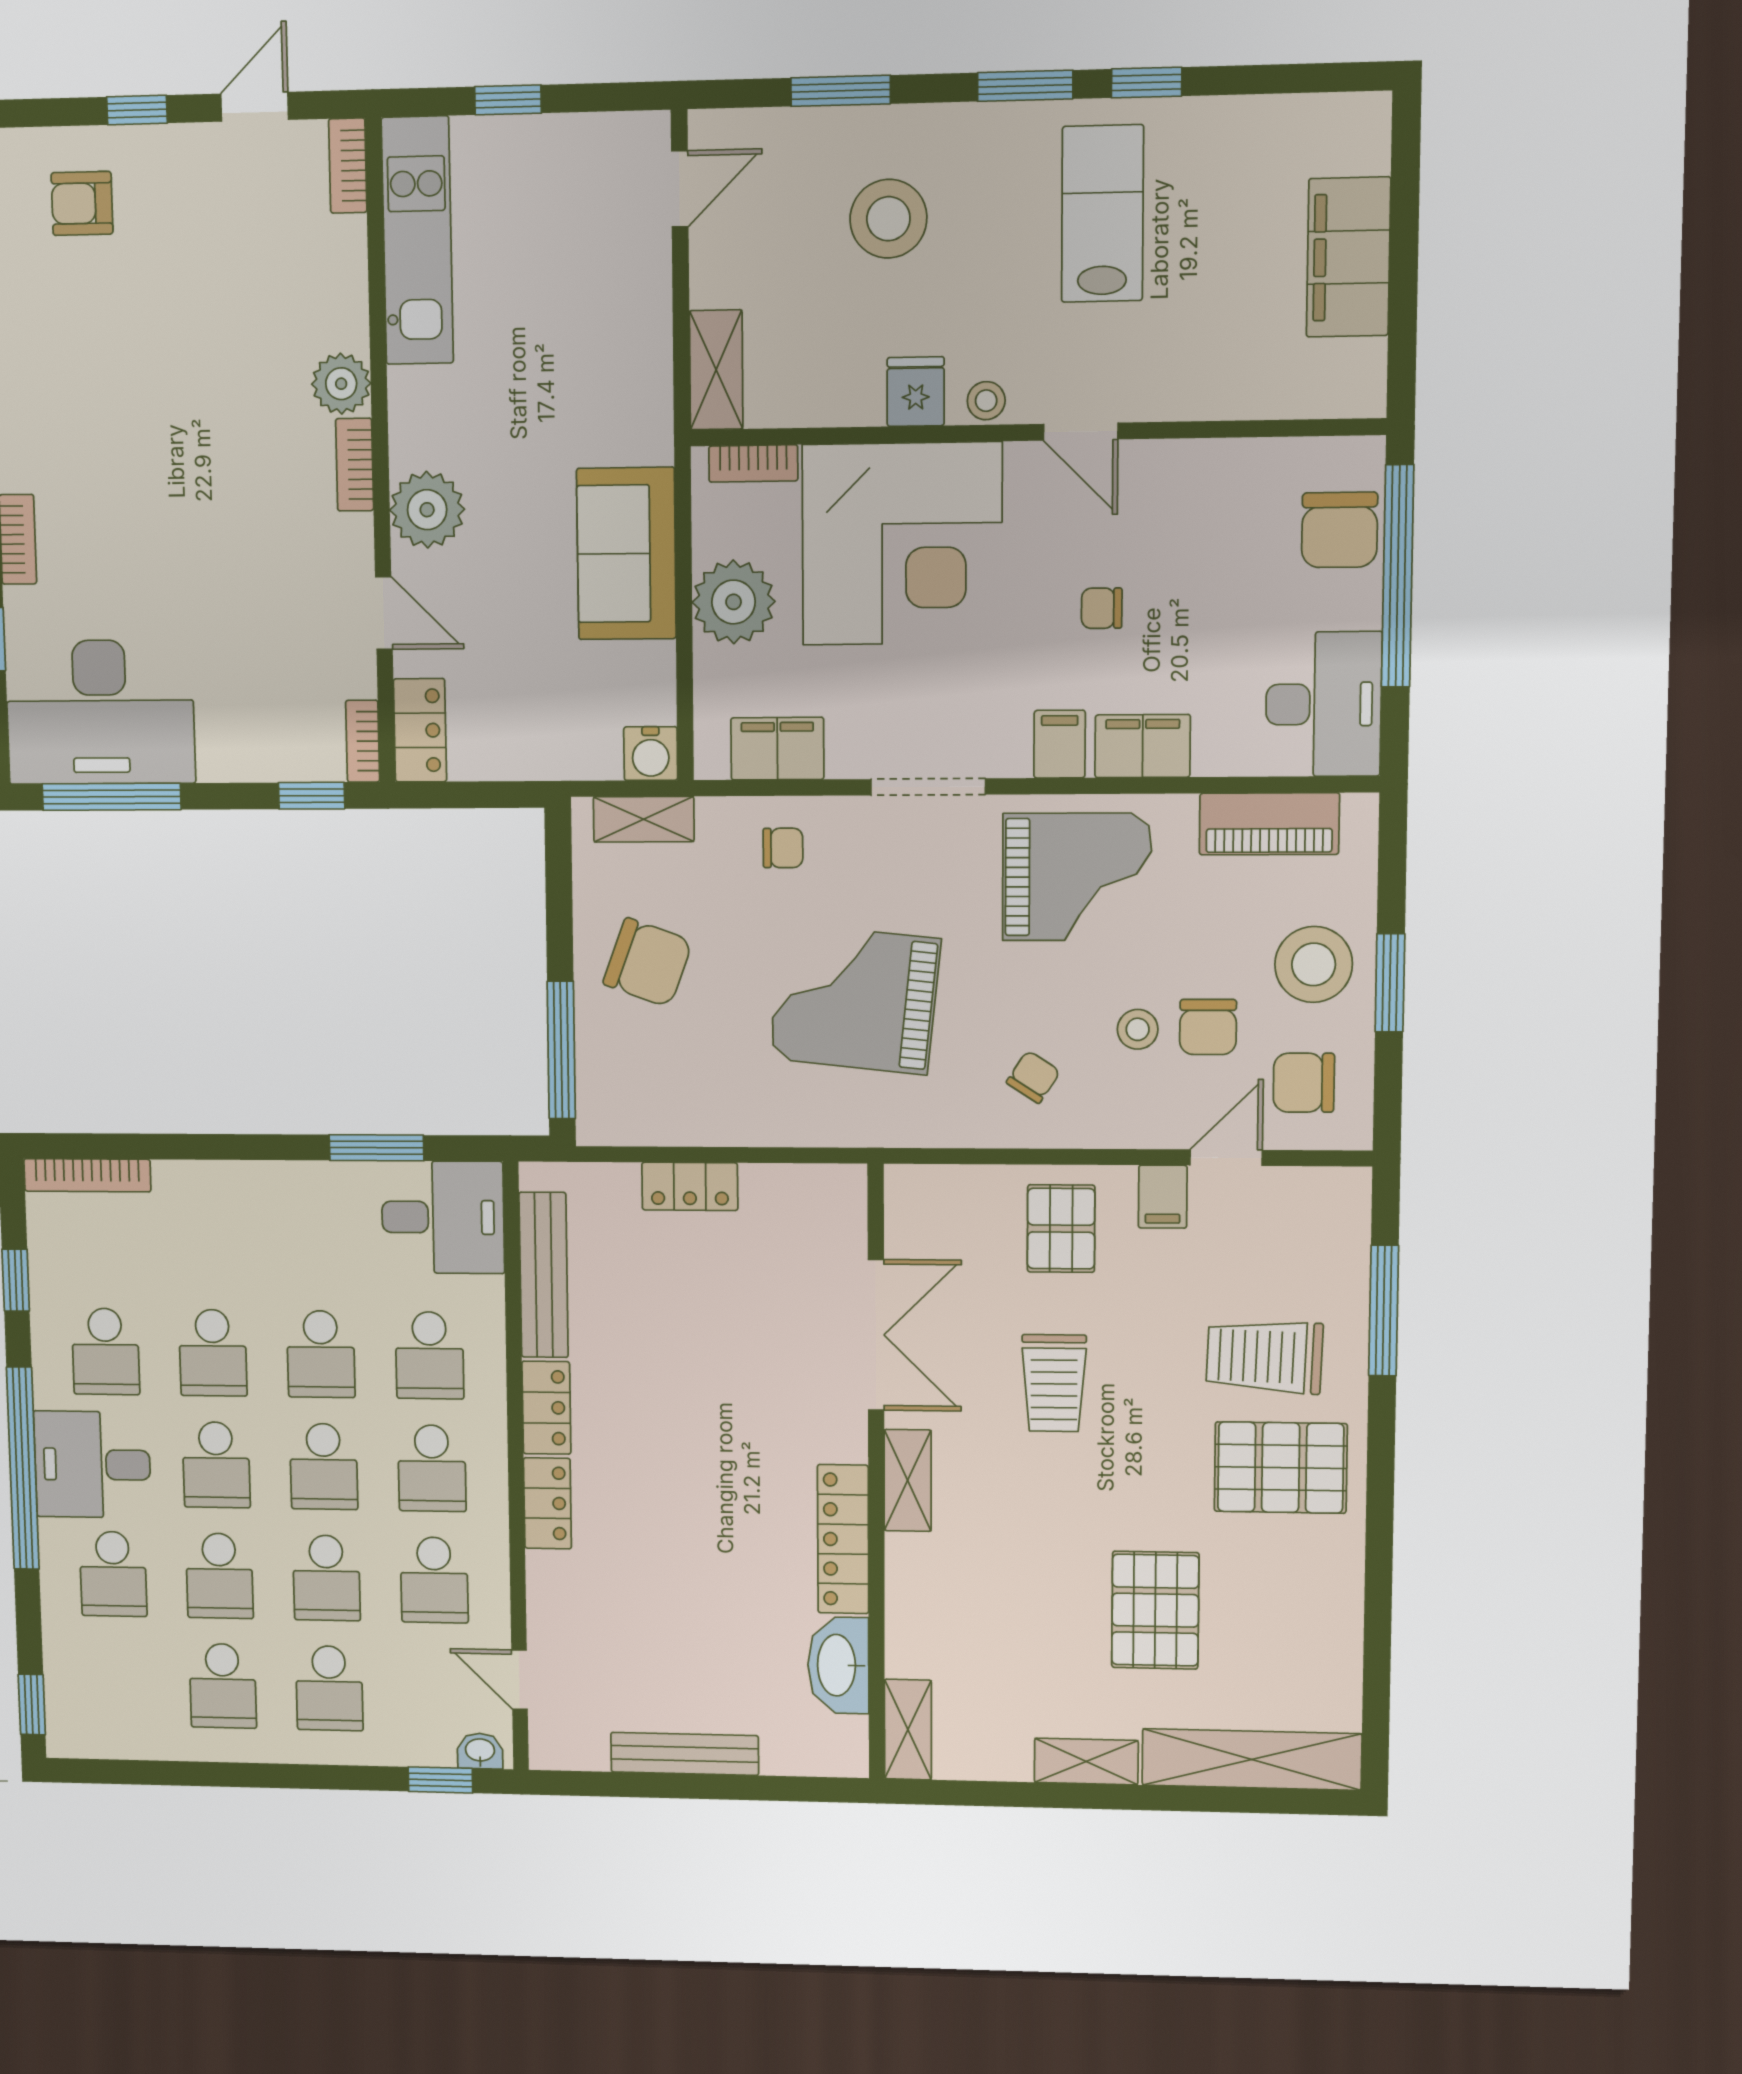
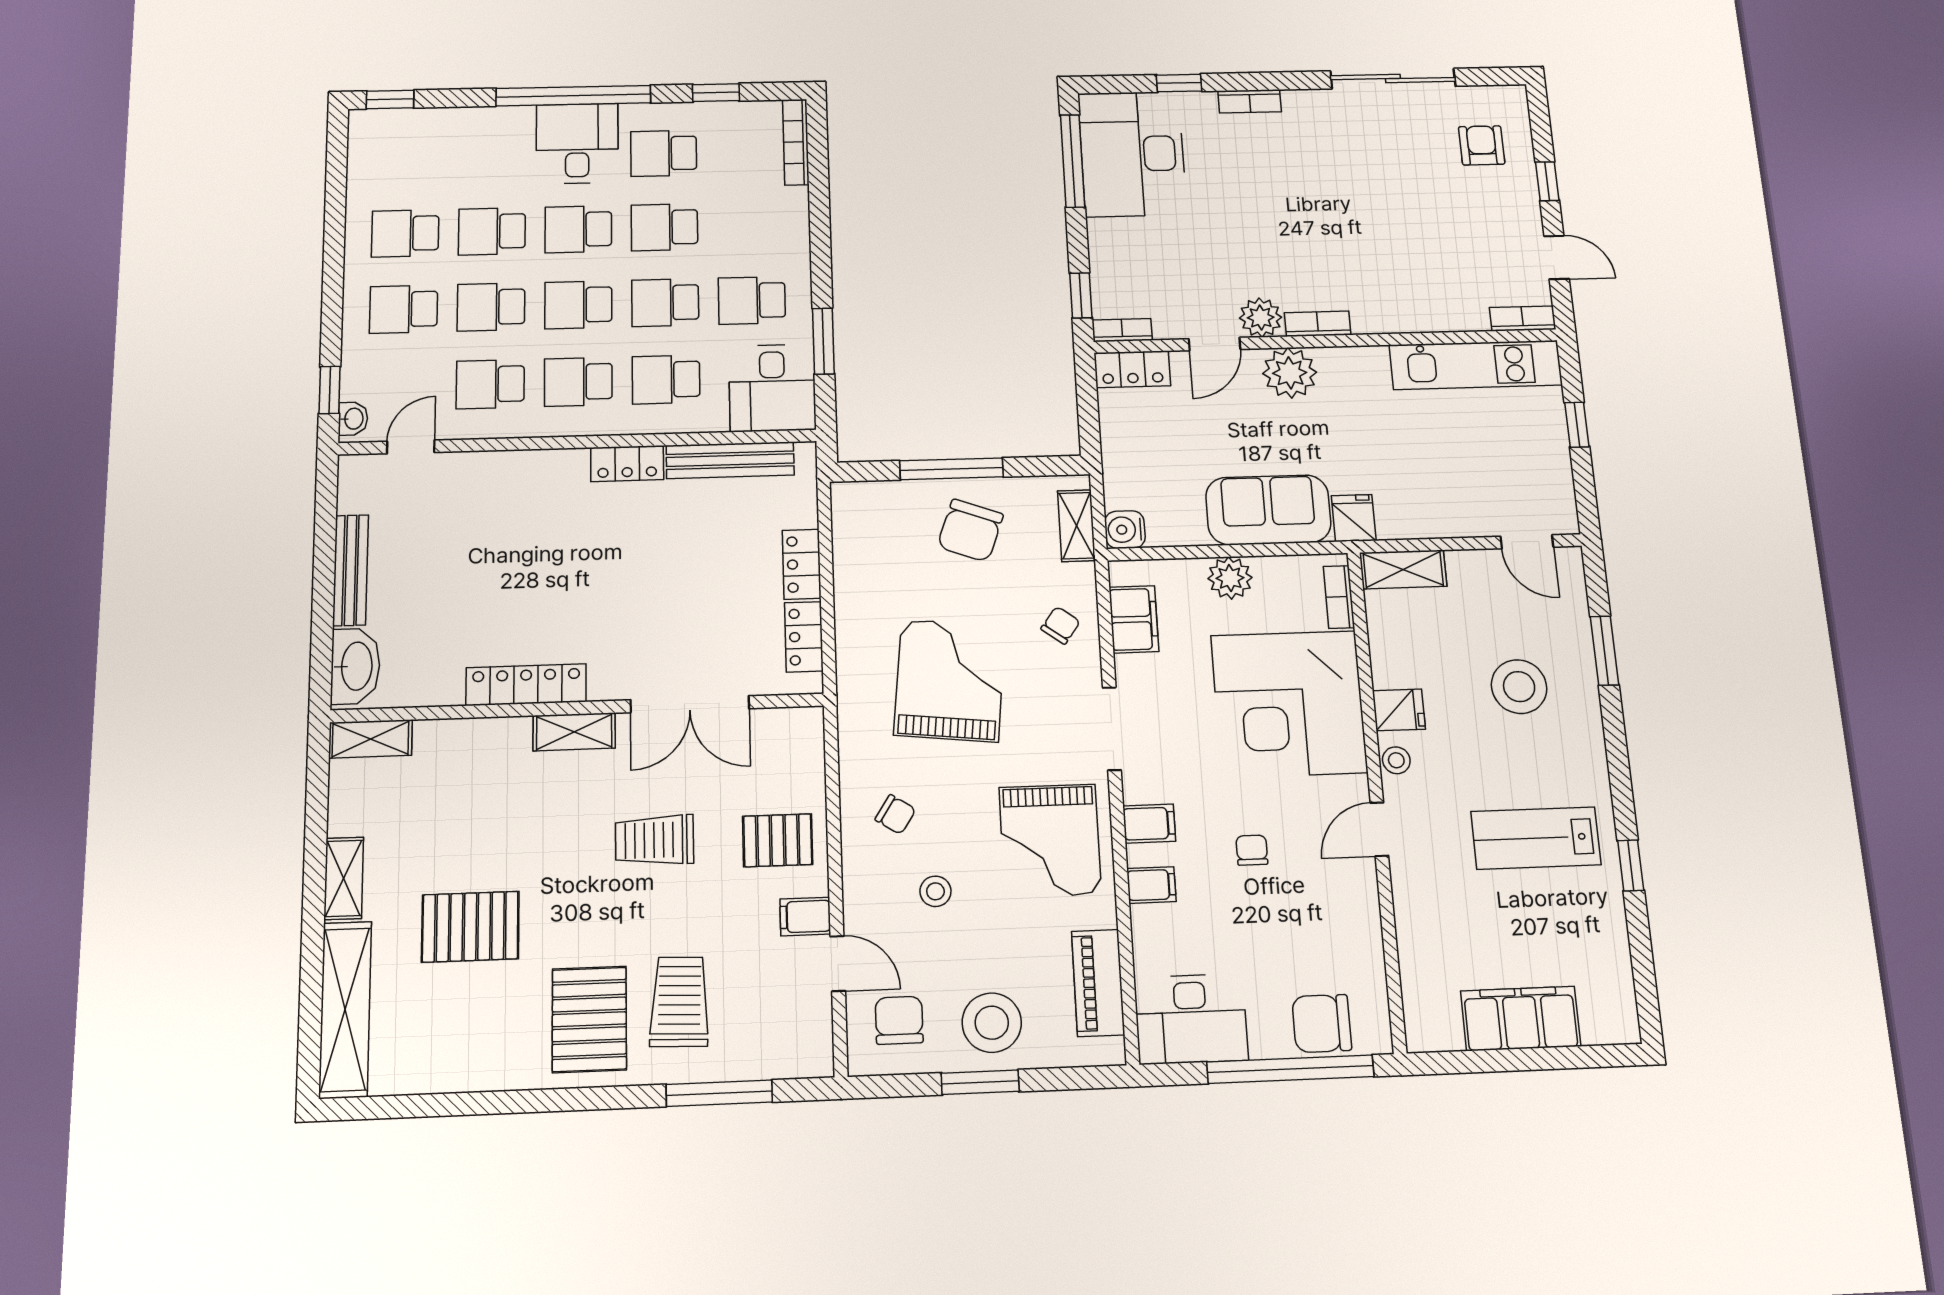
window: (1025, 86) -> (1620, 779), removed
lab bench: (1102, 214) -> (1536, 838), turned 180
plant: (341, 384) -> (1261, 318), moved
fridge: (641, 434) -> (1354, 518), added
plant: (734, 602) -> (1230, 578), width x0.73, depth x0.73
filing cabinet: (1143, 746) -> (1151, 885), width x0.50
chair: (783, 848) -> (1061, 625), turned -144
chair: (1208, 1027) -> (940, 945), removed
window: (561, 1050) -> (952, 469), moved
locker: (547, 1503) -> (804, 637), moved, turned 90
school desk: (113, 1574) -> (752, 300), moved
washbasin: (838, 1665) -> (355, 666), moved, turned 90

